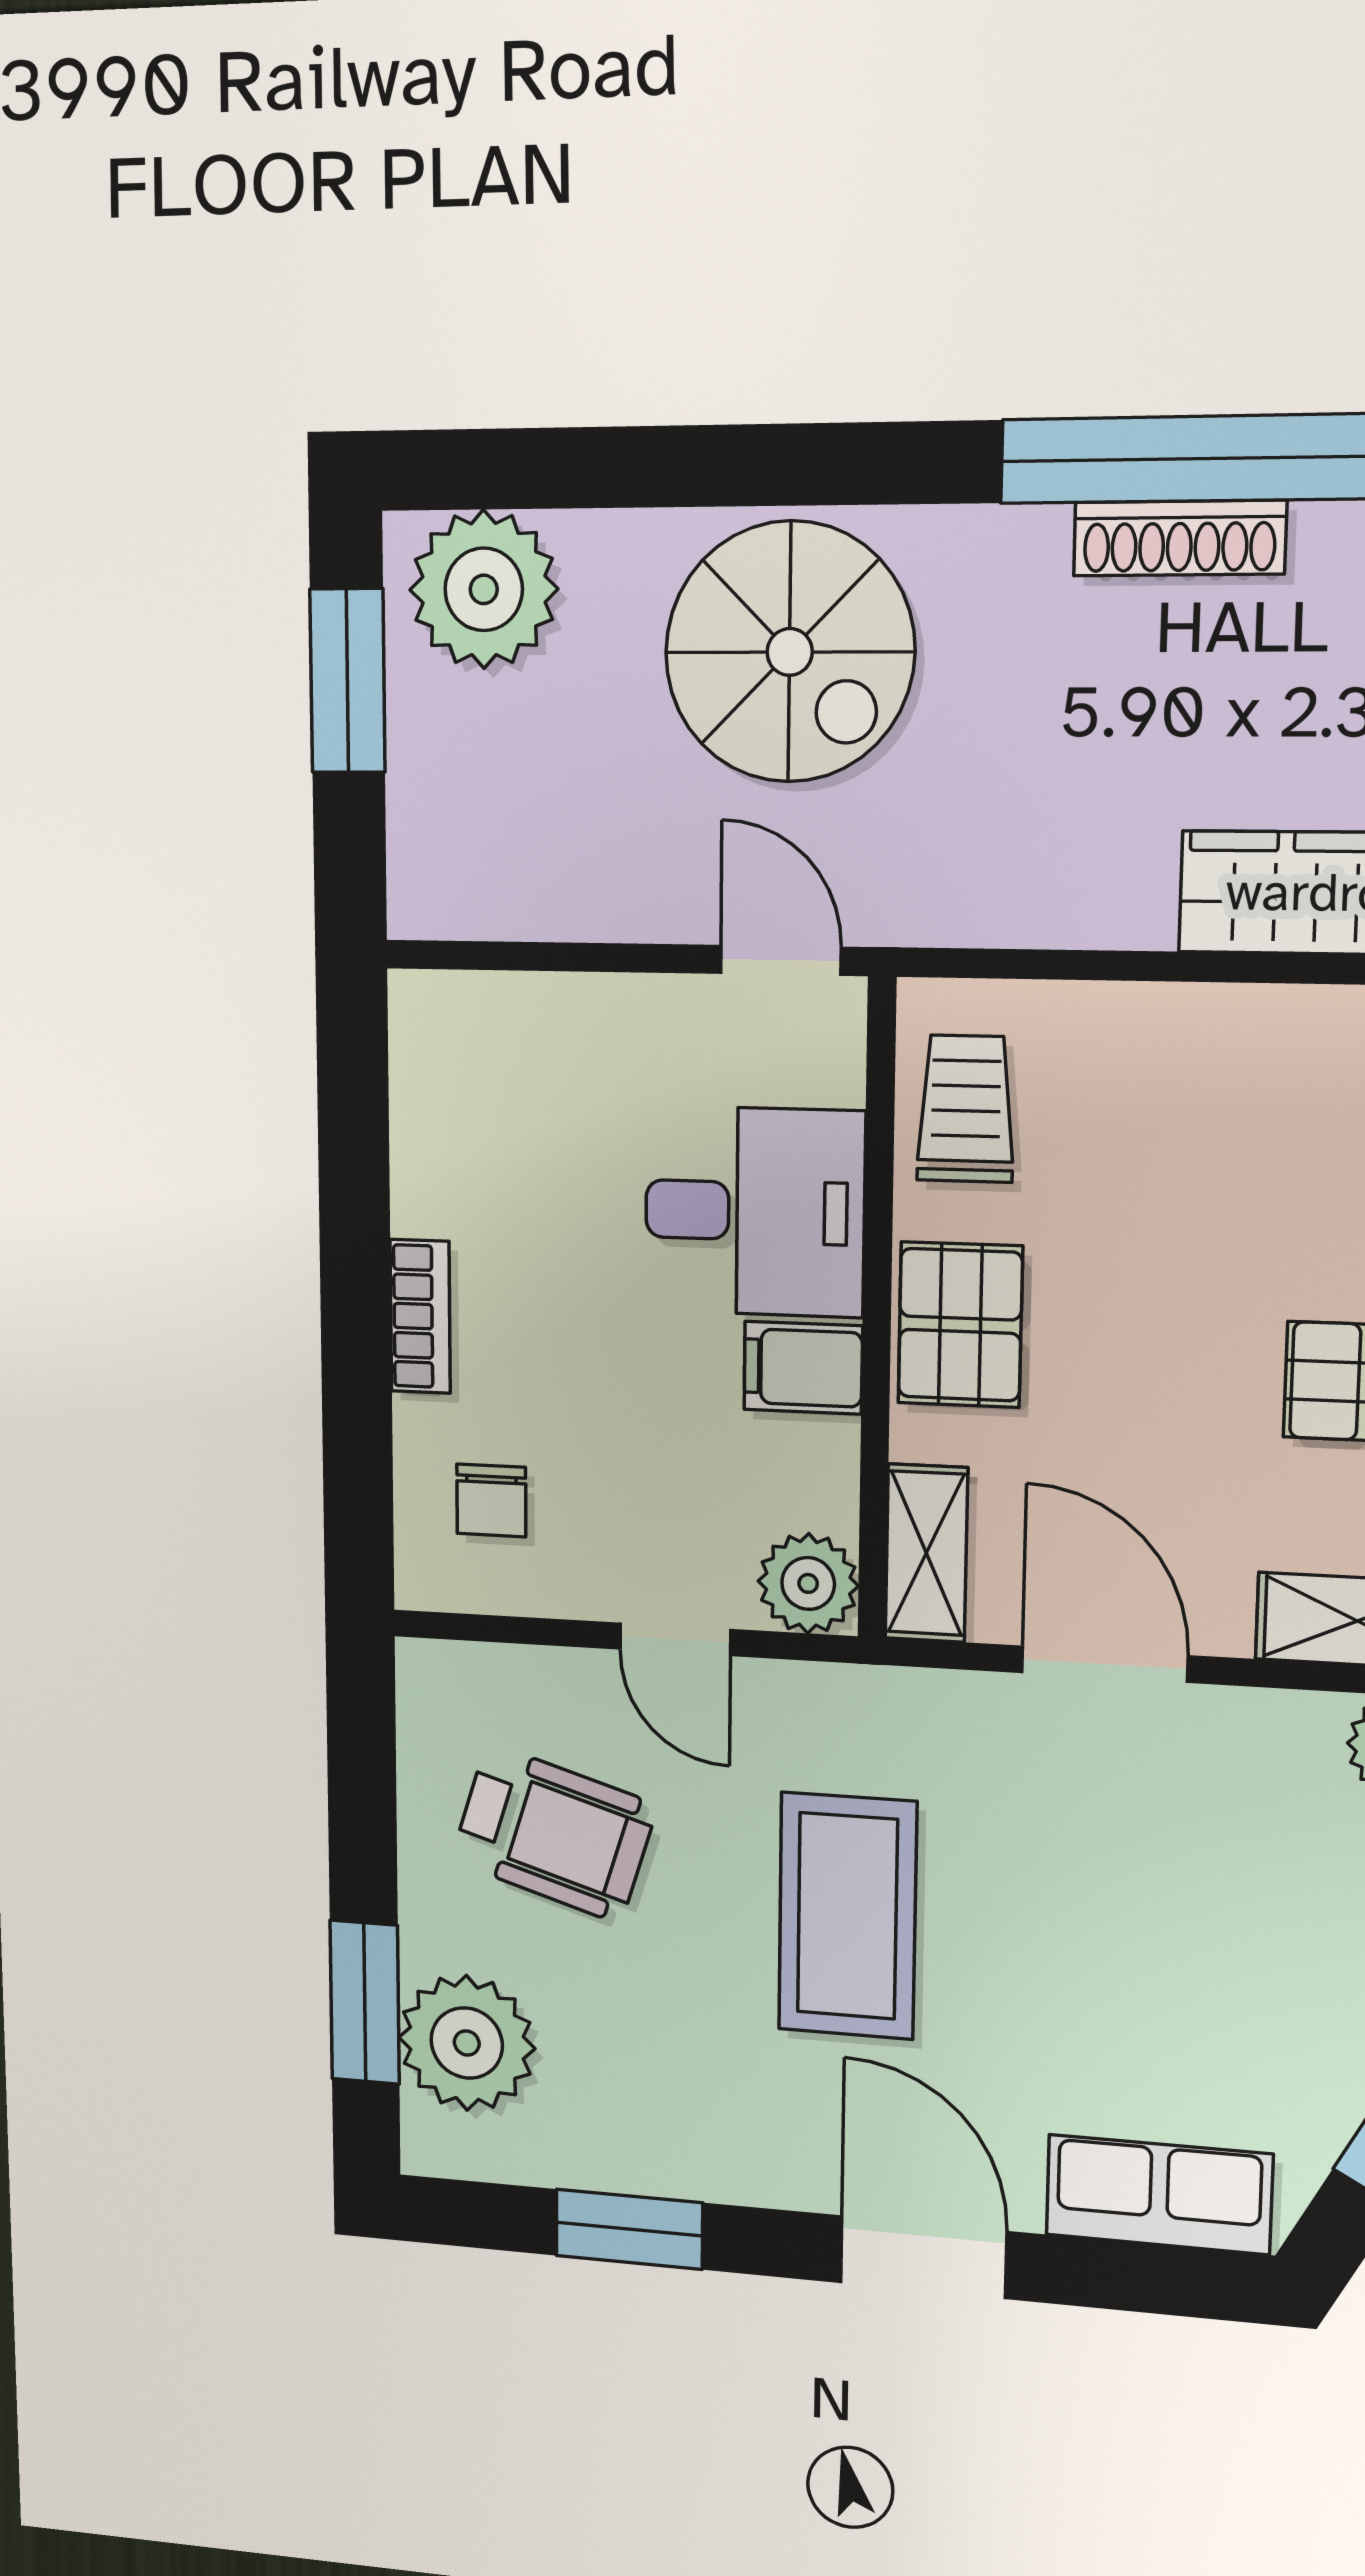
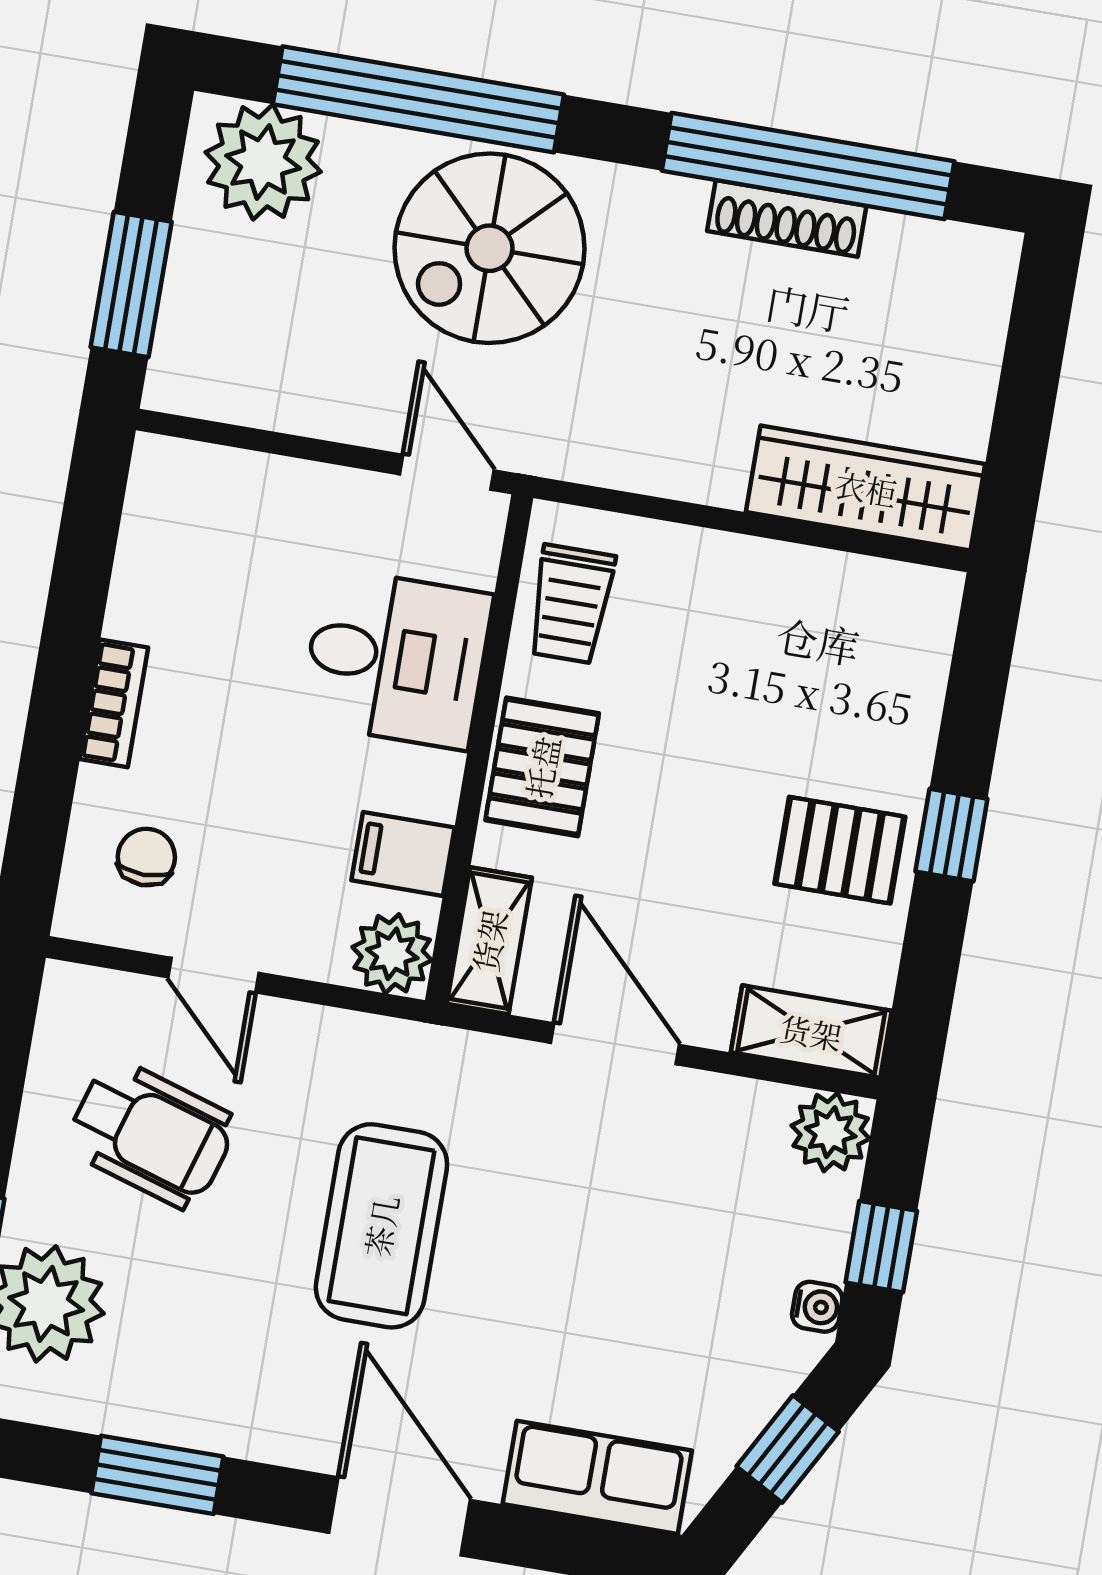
window: (667, 467) -> (418, 99), added
spiral stairs: (790, 652) -> (489, 248), turned 90
window: (348, 681) -> (131, 285), moved
trolley: (966, 1109) -> (571, 604), turned 180
filing cabinet: (803, 1368) -> (403, 854), moved
chair: (491, 1500) -> (146, 857), turned 180
door: (675, 1639) -> (213, 975), moved

